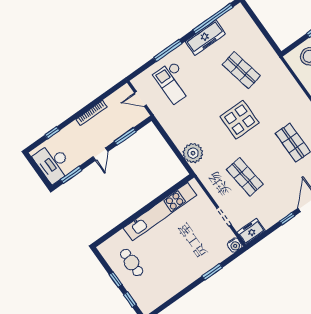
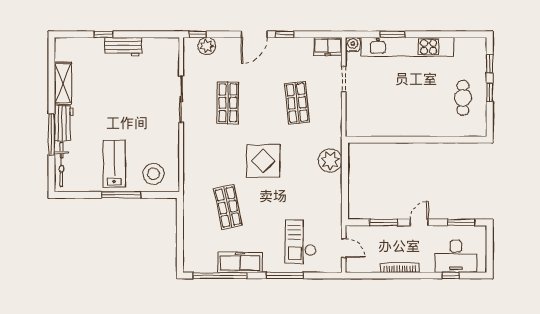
checkout: (174, 82) -> (301, 241), turned 180
desk: (53, 163) -> (456, 256), moved, turned 90
kitchen unit: (160, 212) -> (407, 47), moved, turned 180

